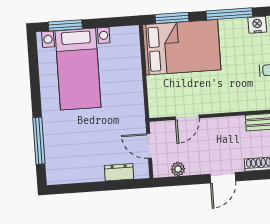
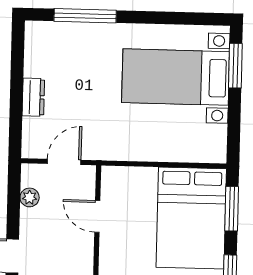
dresser: (119, 172) -> (33, 97), moved

